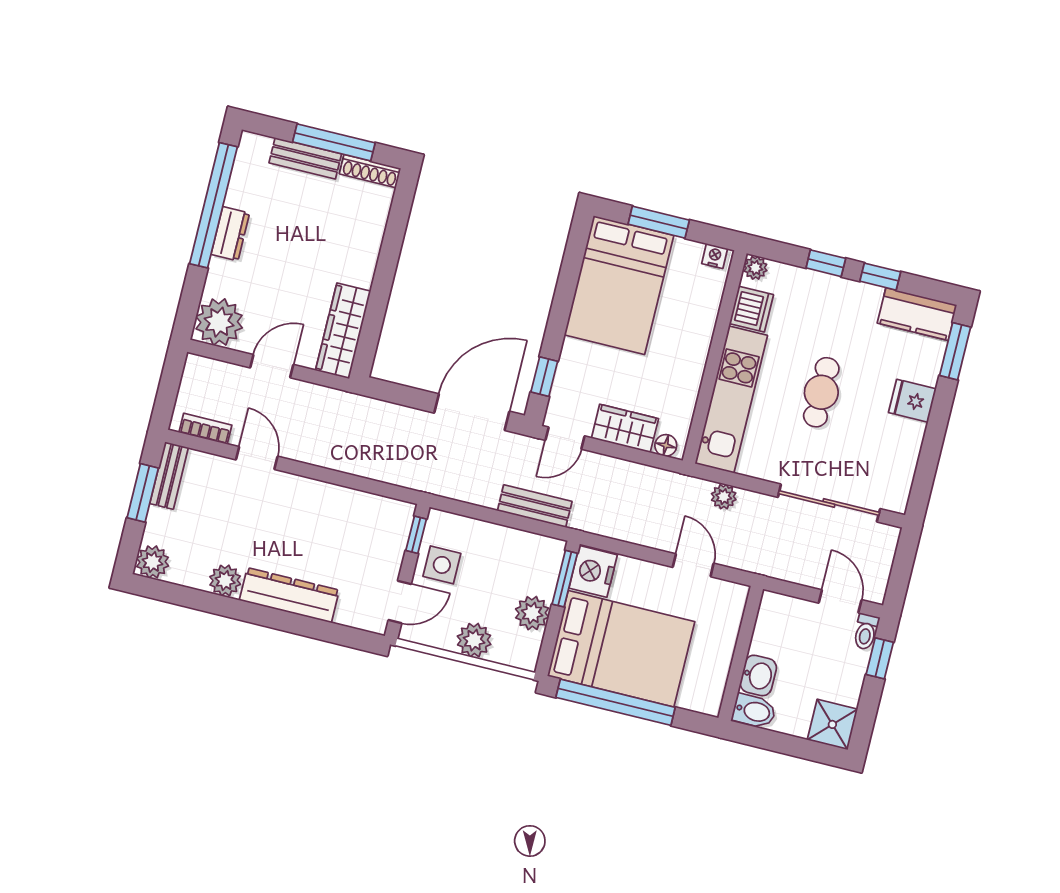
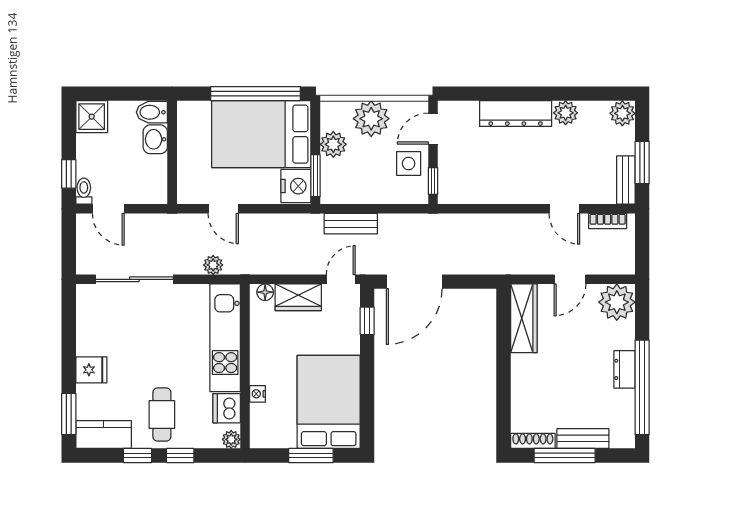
nightstand: (715, 256) -> (258, 394), moved, turned 90
cafe table: (821, 392) -> (162, 415), moved
plant: (474, 640) -> (371, 119), width x1.36, depth x1.36

